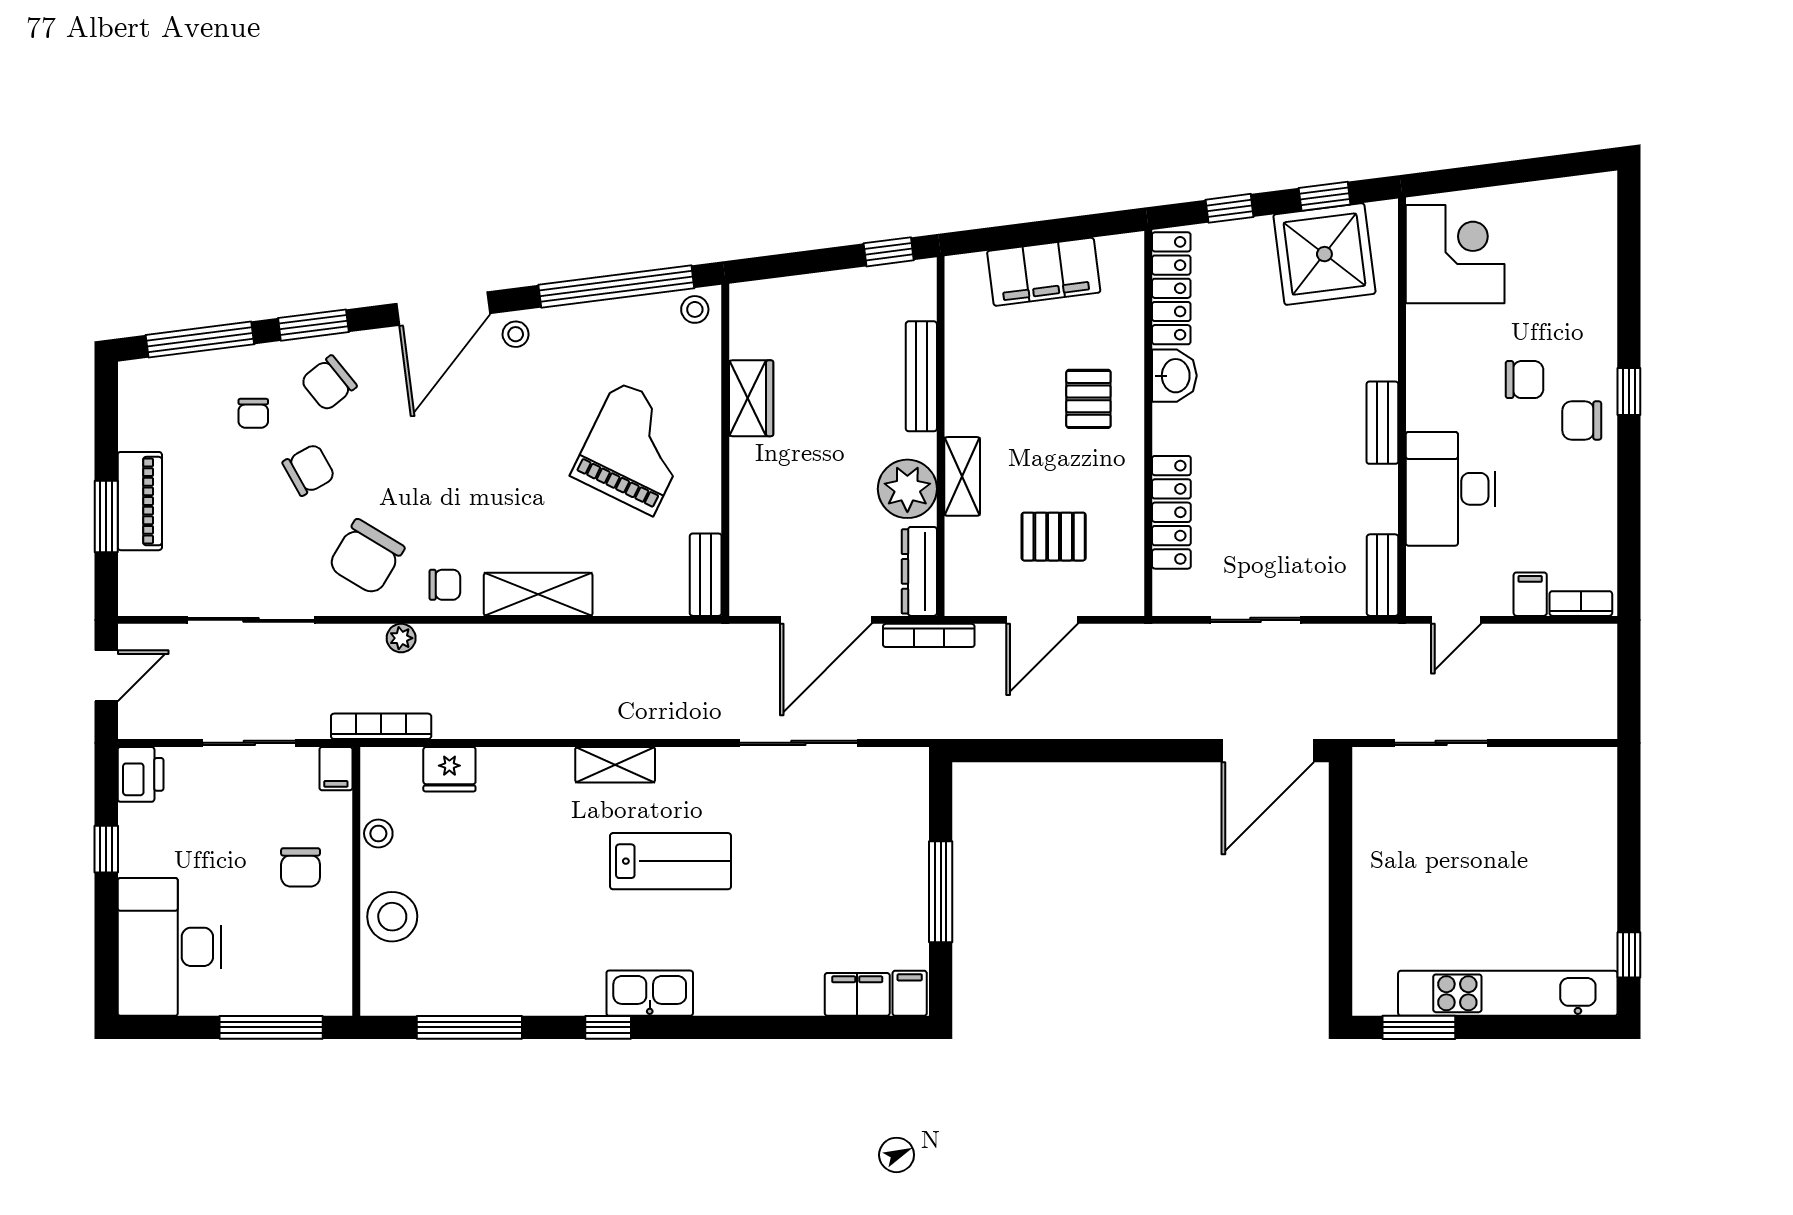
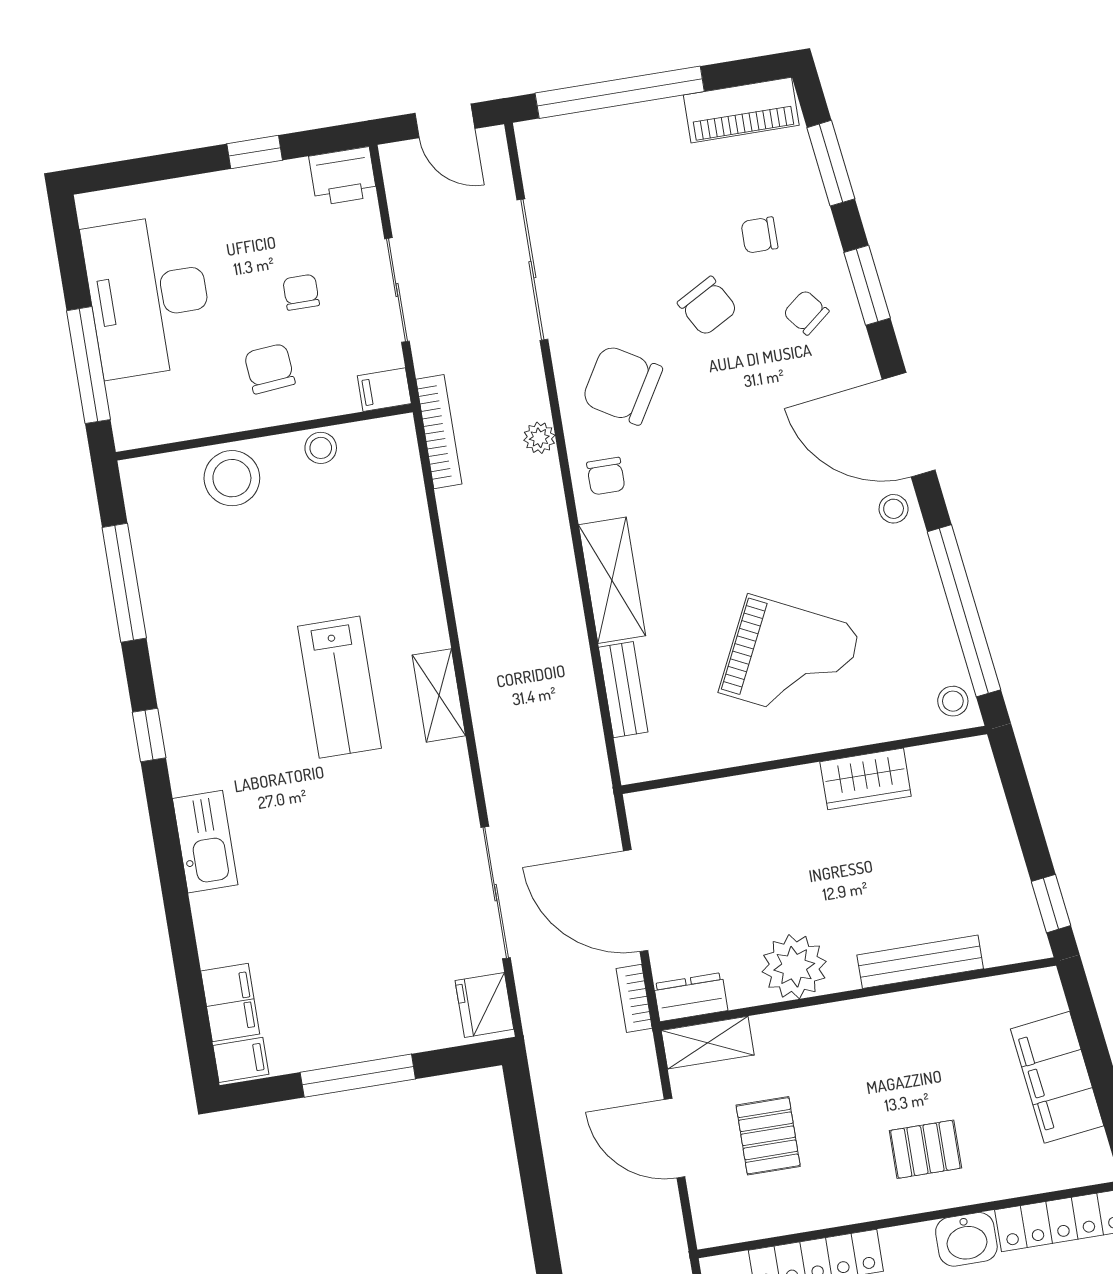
window: (200, 340) -> (831, 163), width x0.69
chair: (329, 383) -> (806, 312), width x0.73, depth x0.73
shelving: (962, 476) -> (708, 1043), moved
piano: (140, 501) -> (741, 110), moved
window: (106, 517) -> (620, 92), width x2.11
dresser: (919, 571) -> (691, 997), width x0.70
bench: (706, 575) -> (623, 690), moved, turned 90
bookcase: (929, 635) -> (634, 998), width x0.64
fridge: (449, 769) -> (484, 1005), moved
chair: (237, 828) -> (301, 292), added
lab bench: (671, 861) -> (339, 687), moved
chair: (301, 867) -> (270, 369), turned 85
desk: (169, 947) -> (148, 296), moved, turned -90
kitchen sink: (650, 993) -> (205, 842), moved

